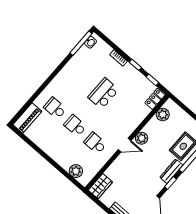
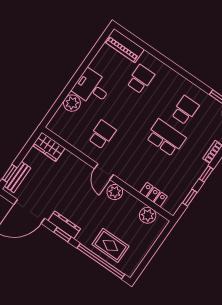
locker: (155, 99) -> (153, 195), moved
school desk: (75, 126) -> (185, 110), moved
desk: (58, 147) -> (92, 88), added
plant: (76, 171) -> (72, 103), moved
dresser: (171, 171) -> (64, 225), moved

